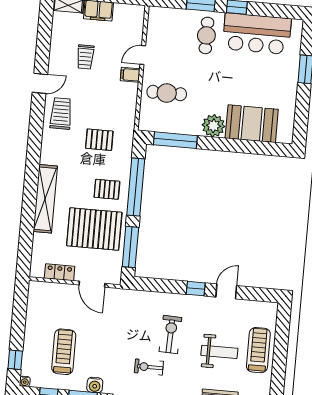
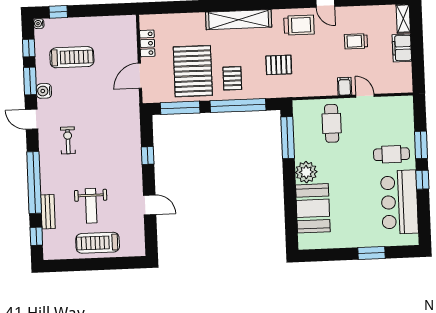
pallet: (99, 140) -> (279, 65), turned 90
shelving: (45, 199) -> (239, 20), moved
window: (196, 289) -> (148, 155), moved
exercise bike: (170, 334) -> (102, 157), removed
treadmill: (258, 350) -> (98, 243), turned 180

